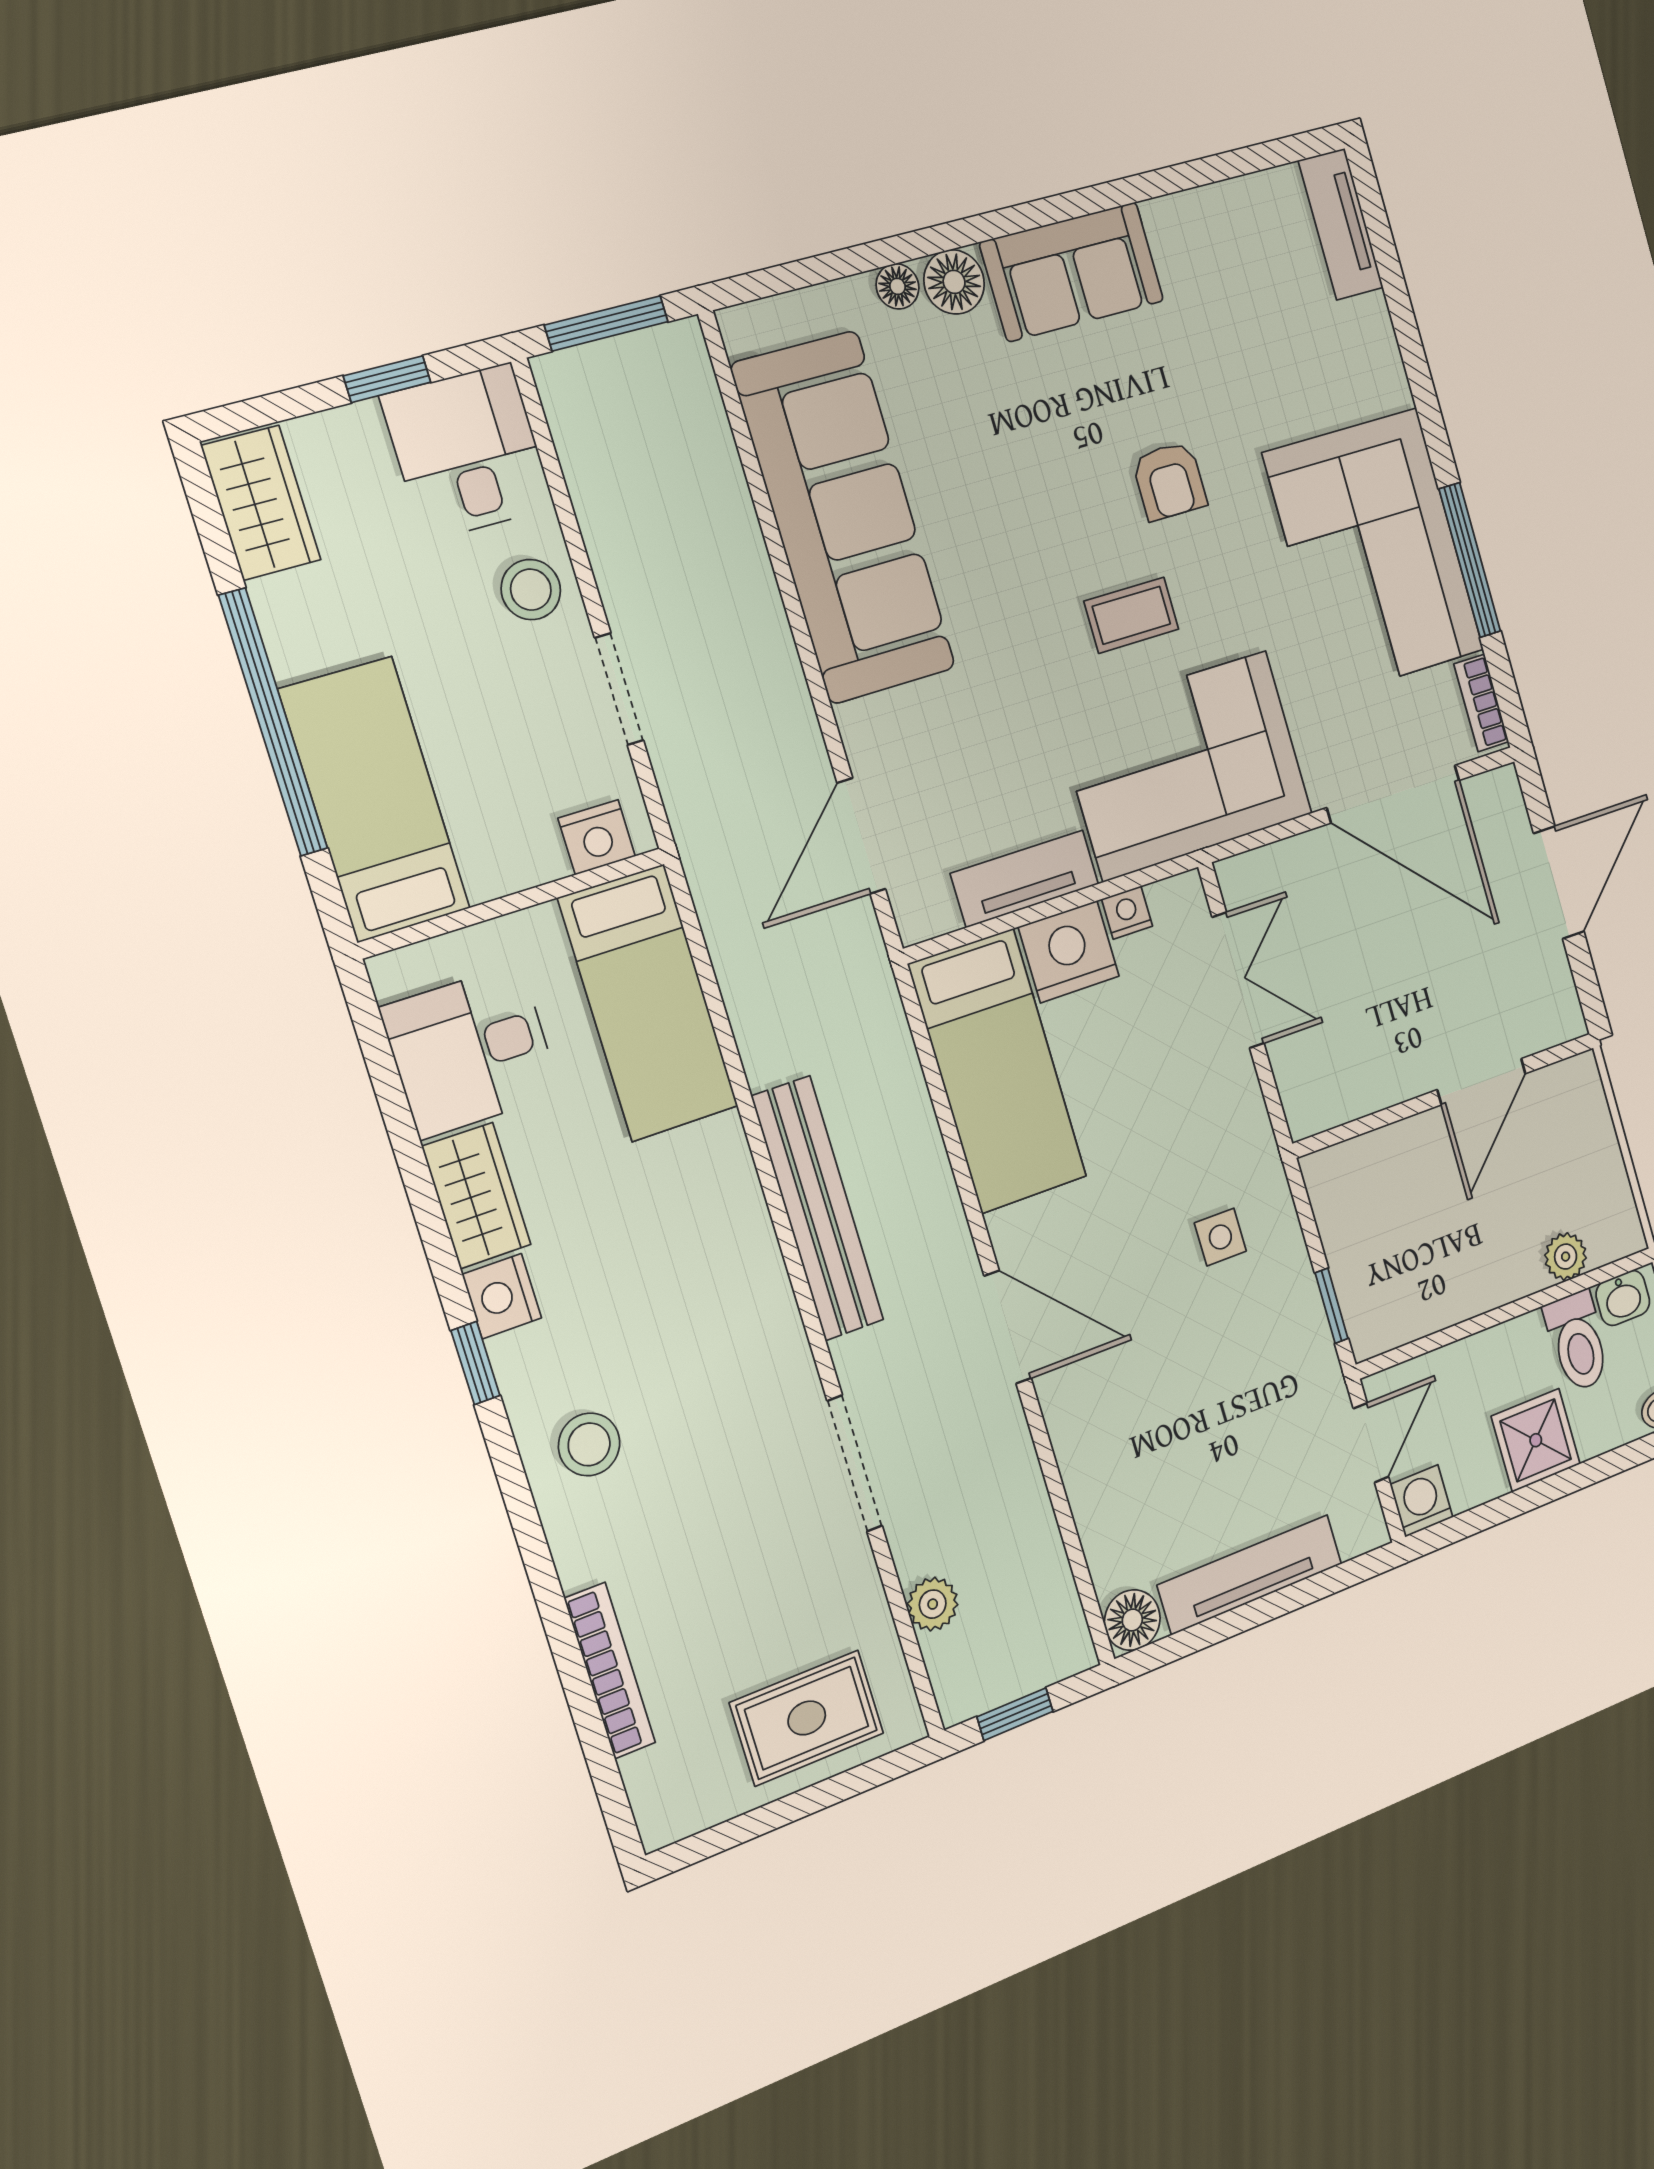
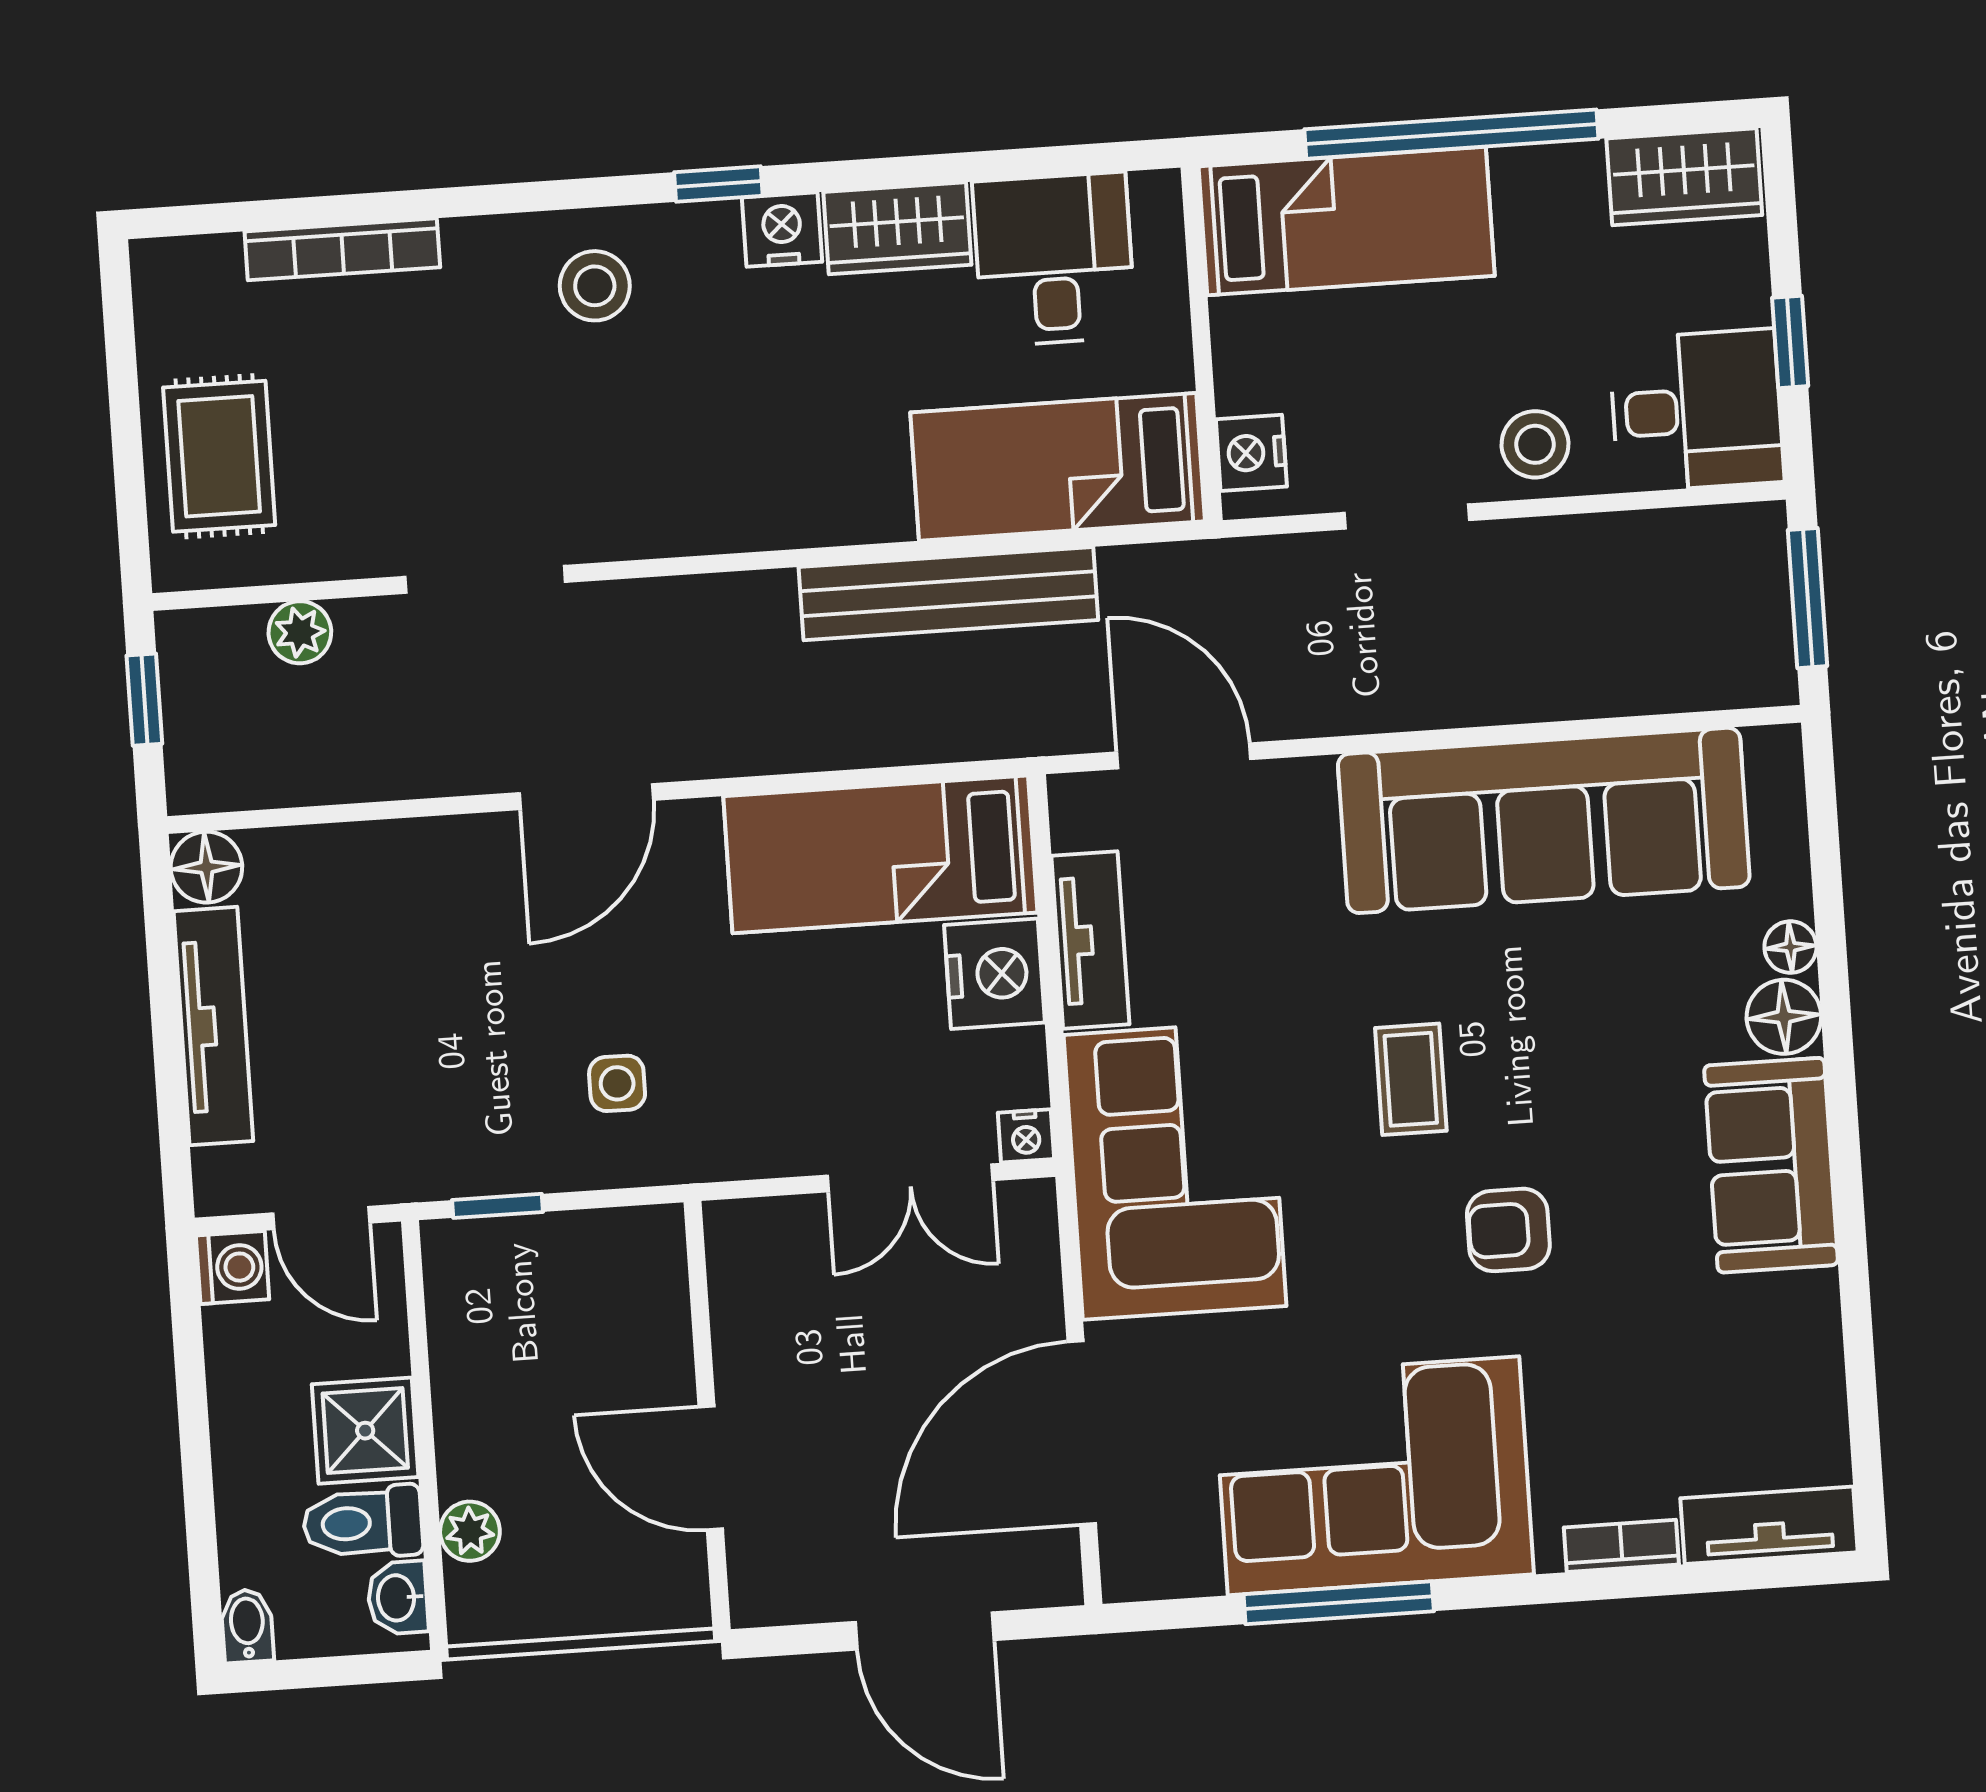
coffee table: (1131, 615) -> (1411, 1079), moved
bookcase: (1481, 703) -> (1621, 1546), moved
nightstand: (1127, 913) -> (1026, 1136), moved, turned 90
bench: (818, 1208) -> (948, 594), moved
shower: (1536, 1440) -> (365, 1431), moved

